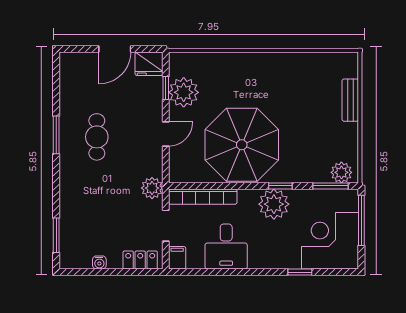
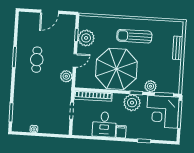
fridge: (149, 64) -> (68, 21), removed
sun lounger: (271, 84) -> (134, 36), added
plant: (341, 172) -> (150, 86), moved
plant: (152, 188) -> (66, 76), moved
corner desk: (330, 241) -> (163, 112), moved, turned -90
filing cabinet: (177, 258) -> (121, 132), moved
locker: (140, 260) -> (57, 129), removed

